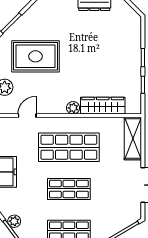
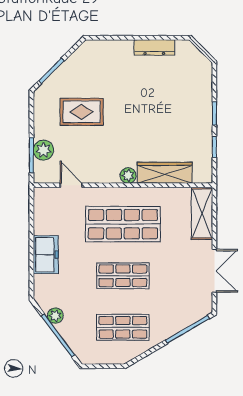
rug: (35, 56) -> (82, 112), width x0.73, depth x0.70
door: (27, 116) -> (71, 185), hinge flipped

